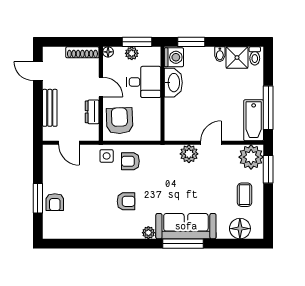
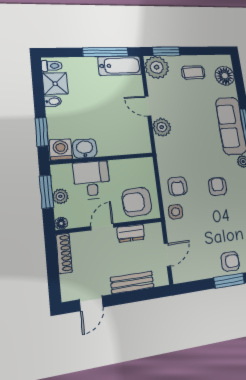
washbasin: (173, 83) -> (85, 148), width x0.72

